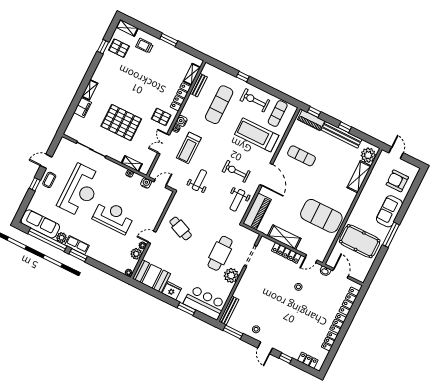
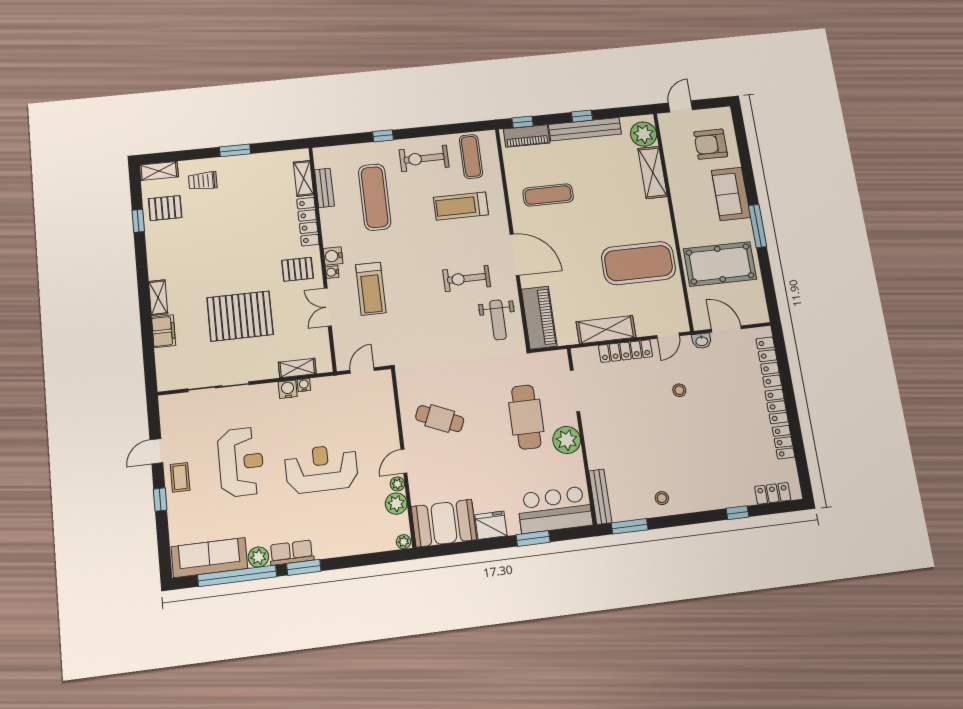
treadmill: (257, 135) -> (461, 206), width x0.73, depth x0.73
door: (396, 153) -> (680, 106), hinge flipped
weight bench: (199, 180) -> (420, 327), removed
water cooler: (146, 183) -> (288, 389), moved
reception desk: (80, 190) -> (241, 462), width x0.74, depth x0.77
door: (265, 348) -> (696, 518), removed

